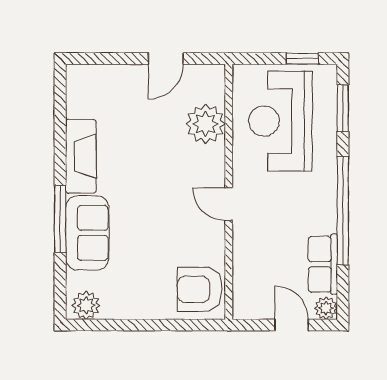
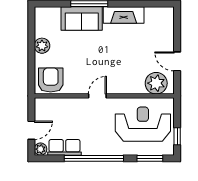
plant: (206, 124) -> (156, 83), moved
plant: (86, 305) -> (42, 46), moved

